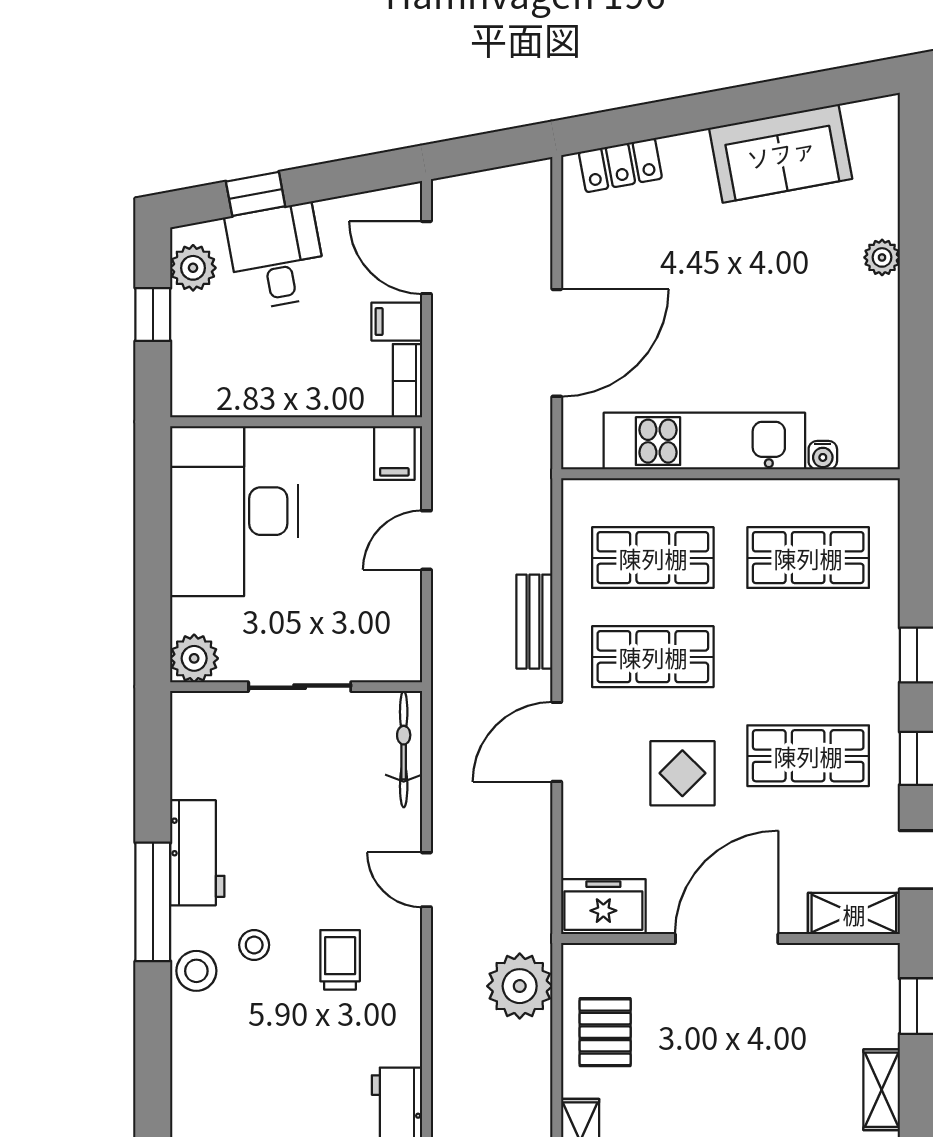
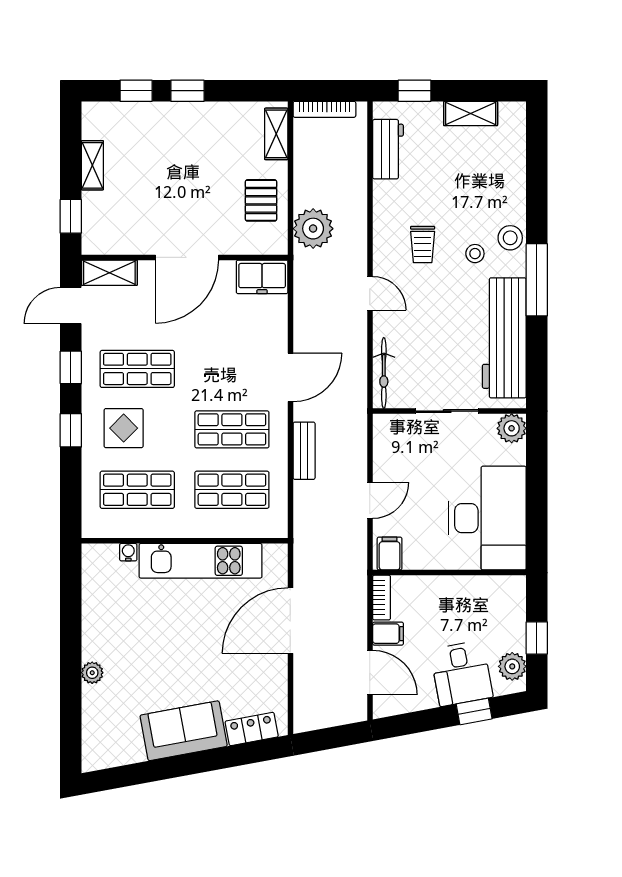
sofa: (781, 153) -> (184, 731), moved
display table: (682, 773) -> (124, 428), moved
workbench: (197, 853) -> (504, 338), width x1.88, depth x1.32

